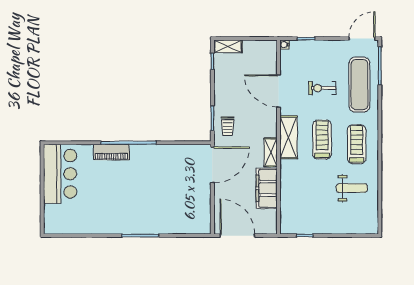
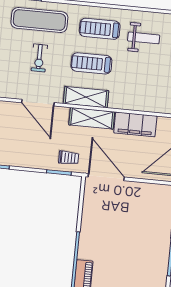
door: (279, 91) -> (38, 103), hinge flipped
shelving: (271, 152) -> (92, 118), width x1.50, depth x1.33
weight bench: (352, 188) -> (144, 38), turned 90

